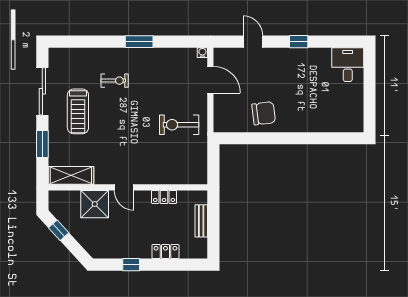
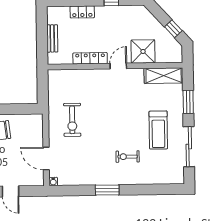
treadmill: (78, 111) -> (158, 130), turned 180
exercise bike: (179, 125) -> (72, 120), turned 90
door: (124, 187) -> (118, 66), hinge flipped
locker: (164, 197) -> (90, 58), width x1.53

